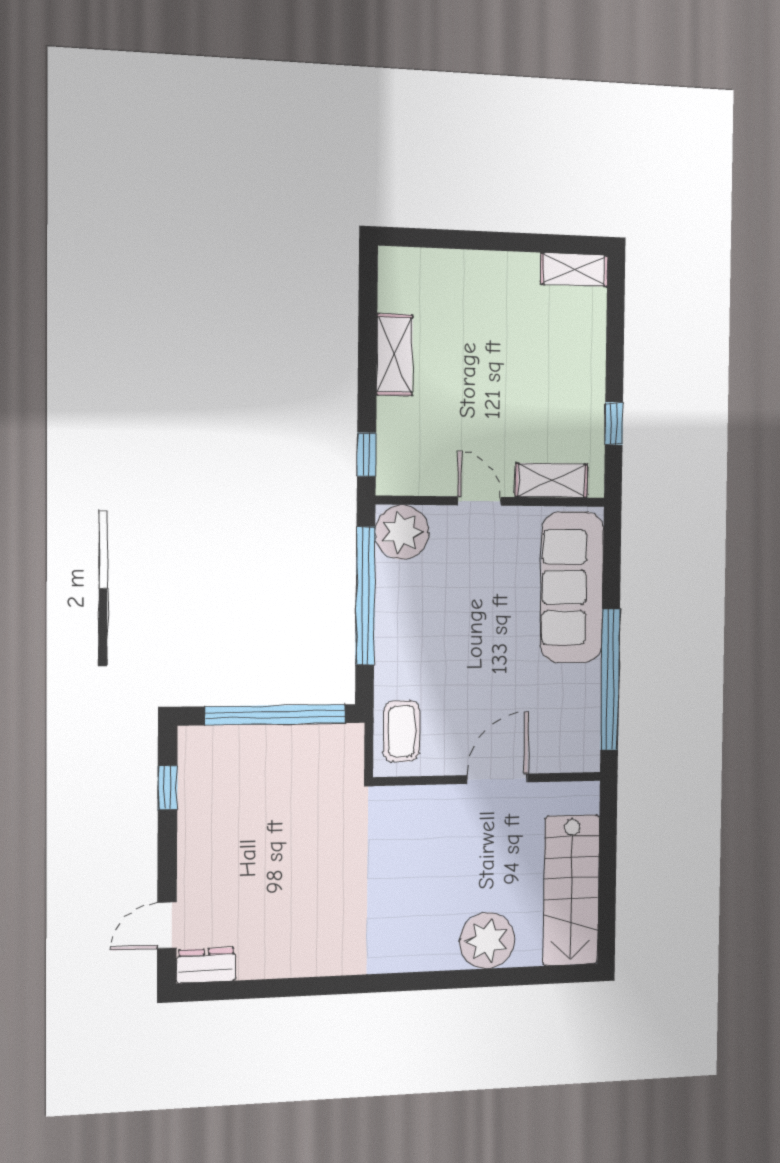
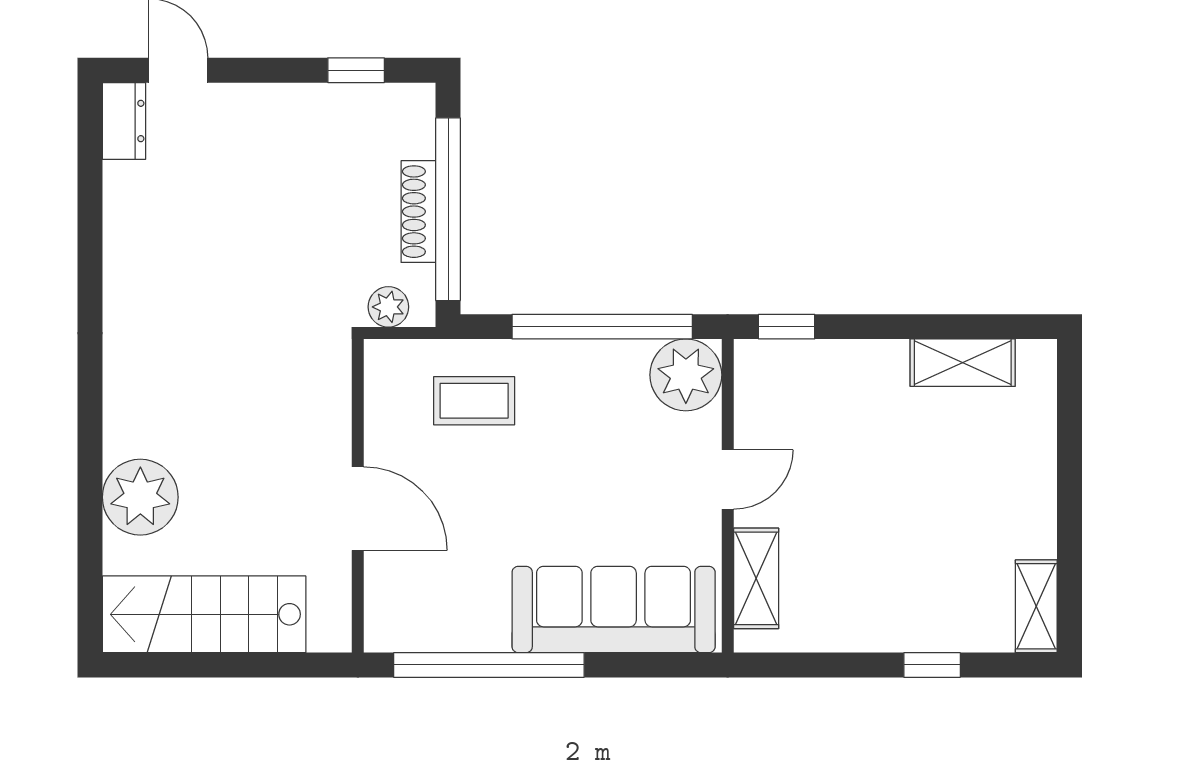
shelving: (395, 355) -> (963, 363), moved
window: (614, 424) -> (932, 665), moved
coffee table: (402, 731) -> (474, 401), moved
shoe rack: (277, 737) -> (418, 212), added
plant: (349, 759) -> (388, 307), added

